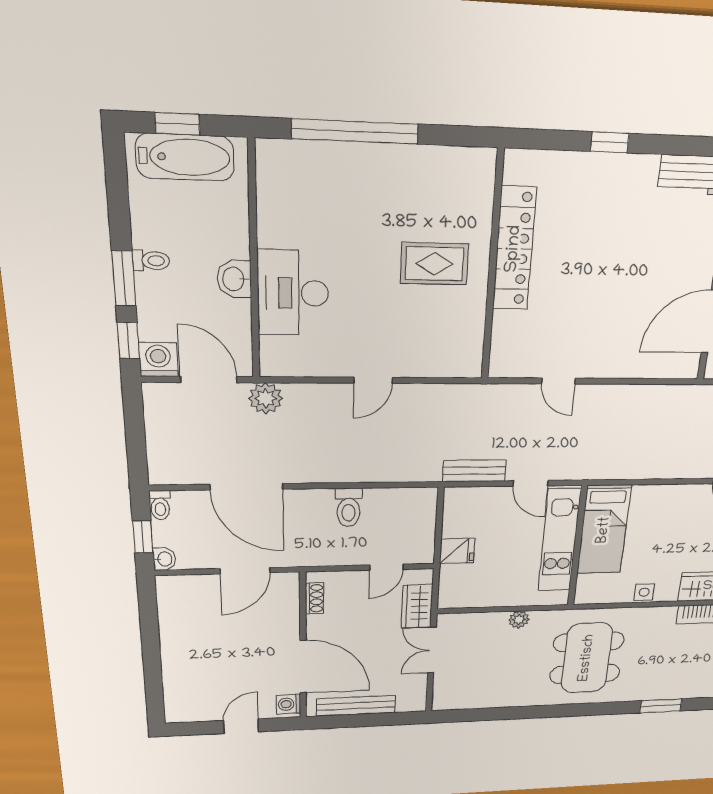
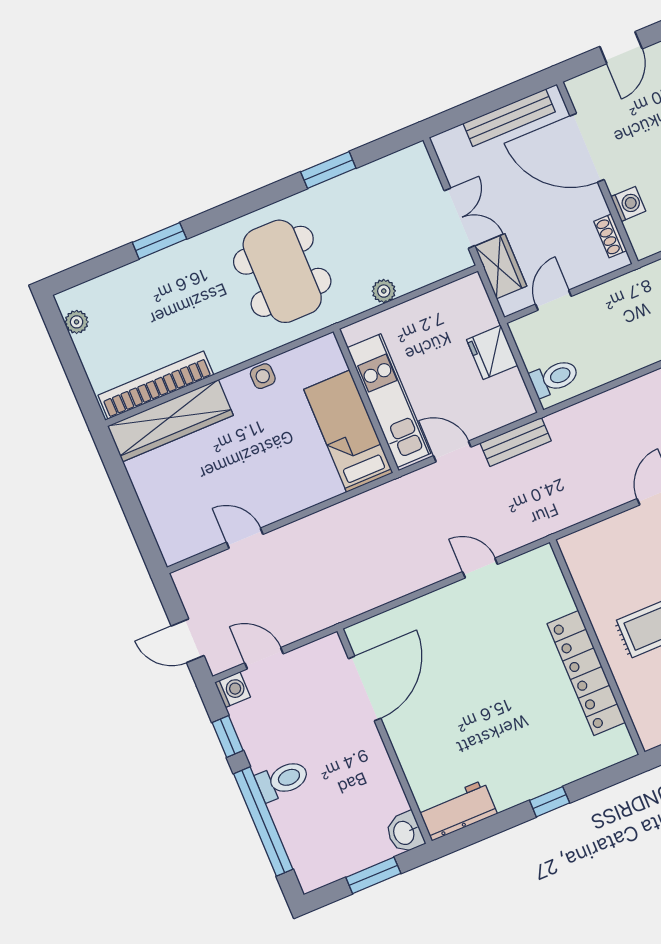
toilet: (349, 507) -> (554, 378), moved, turned 90
fridge: (457, 551) -> (492, 352), width x1.38
washing machine: (289, 704) -> (628, 204), moved
window: (514, 713) -> (328, 170), added

